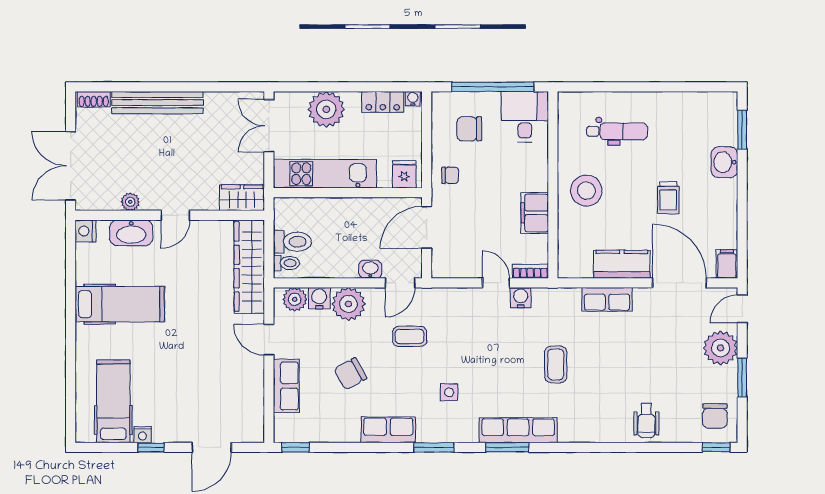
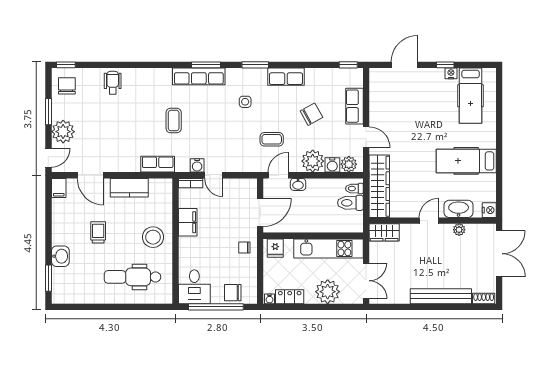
chair: (469, 129) -> (233, 293), moved, turned 180
dental chair: (617, 131) -> (132, 277), width x1.36, depth x1.38
door: (679, 283) -> (91, 175), width x0.73
row of seats: (607, 299) -> (158, 164), moved

